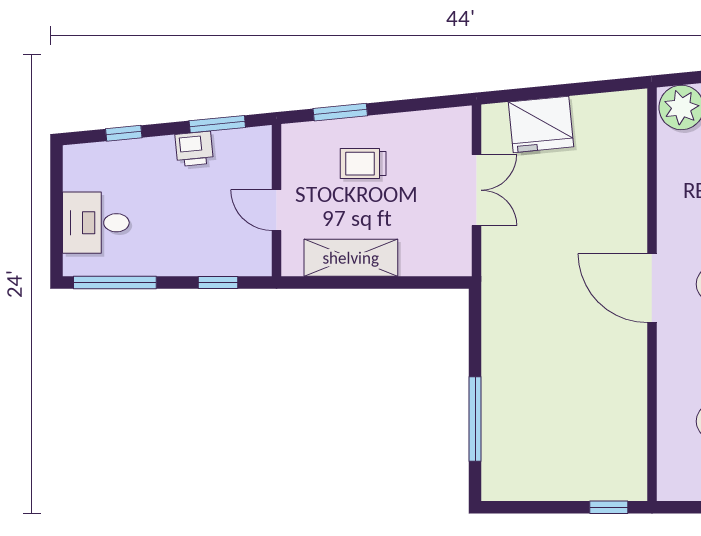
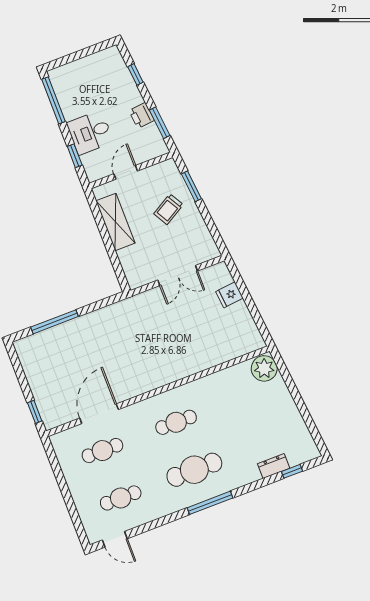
fridge: (541, 124) -> (229, 295), width x0.53, depth x0.75
trolley: (363, 164) -> (168, 209), turned -120
desk: (96, 223) -> (90, 133), moved, turned -90
door: (652, 288) -> (99, 414), moved

